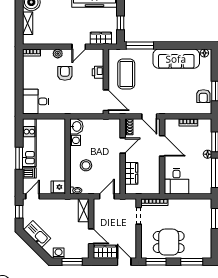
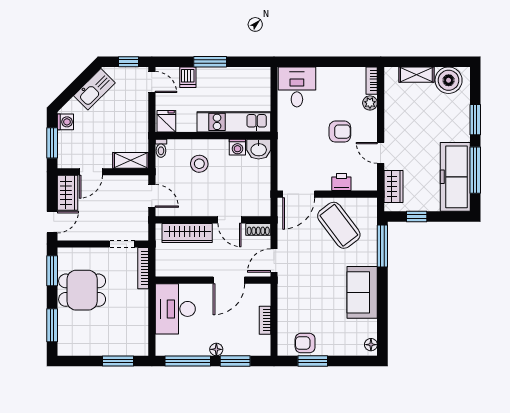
plant: (58, 54) -> (370, 103), moved
sofa: (176, 59) -> (362, 292), width x0.73
coffee table: (126, 74) -> (339, 225), turned 53
kitchen unit: (29, 143) -> (234, 122), moved, turned 180
wardrobe: (131, 173) -> (187, 233), width x1.50
desk: (177, 181) -> (175, 309), width x1.37
dining table: (169, 242) -> (82, 290), turned 90

